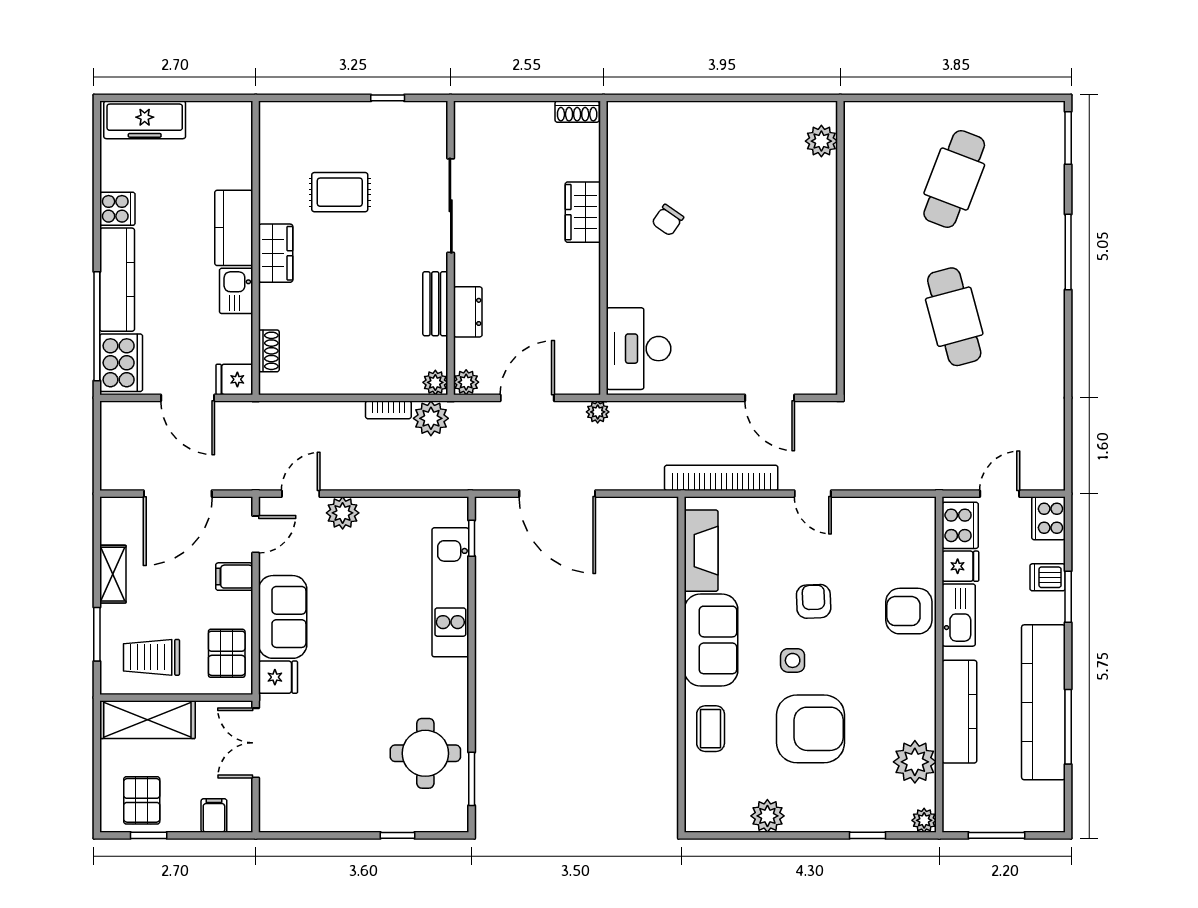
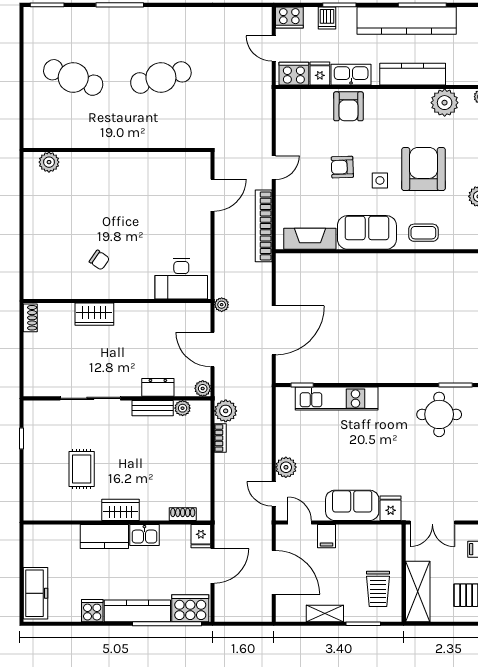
plant: (435, 382) -> (183, 408), moved
pallet: (227, 653) -> (375, 541), removed

